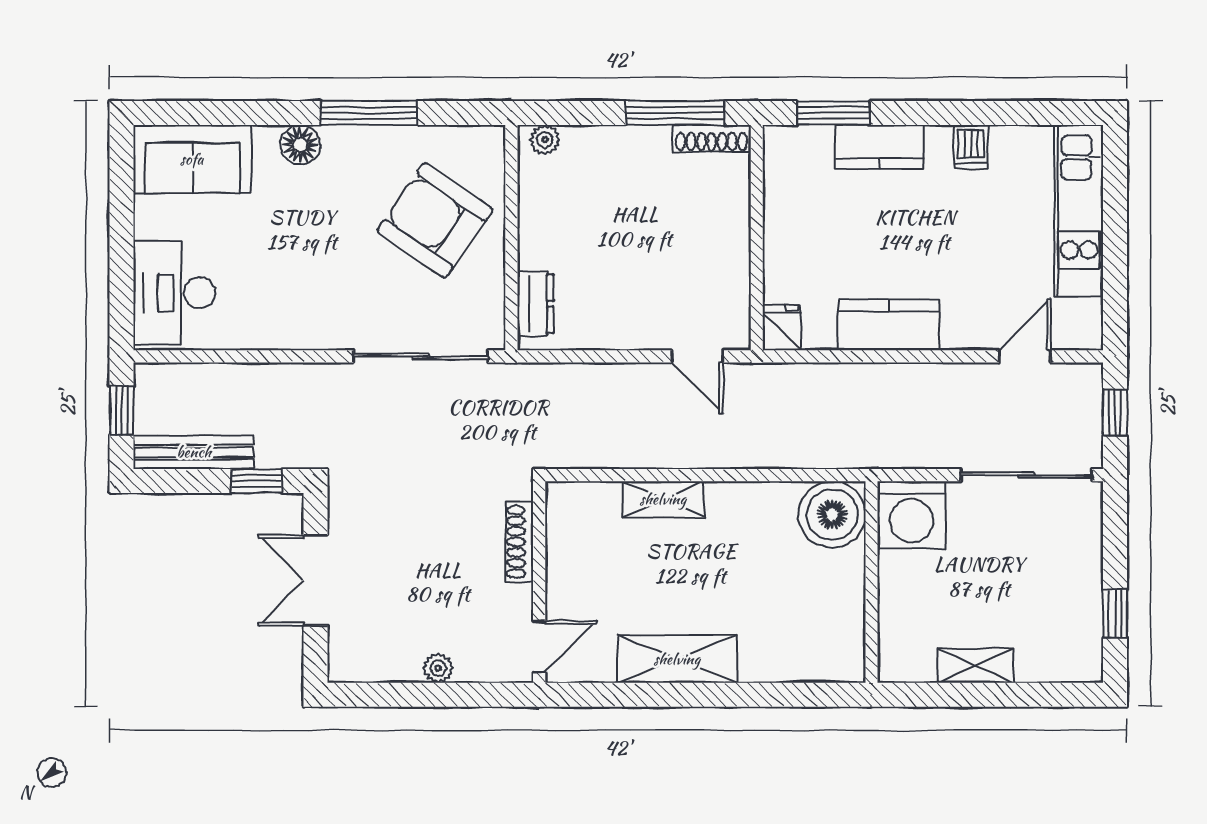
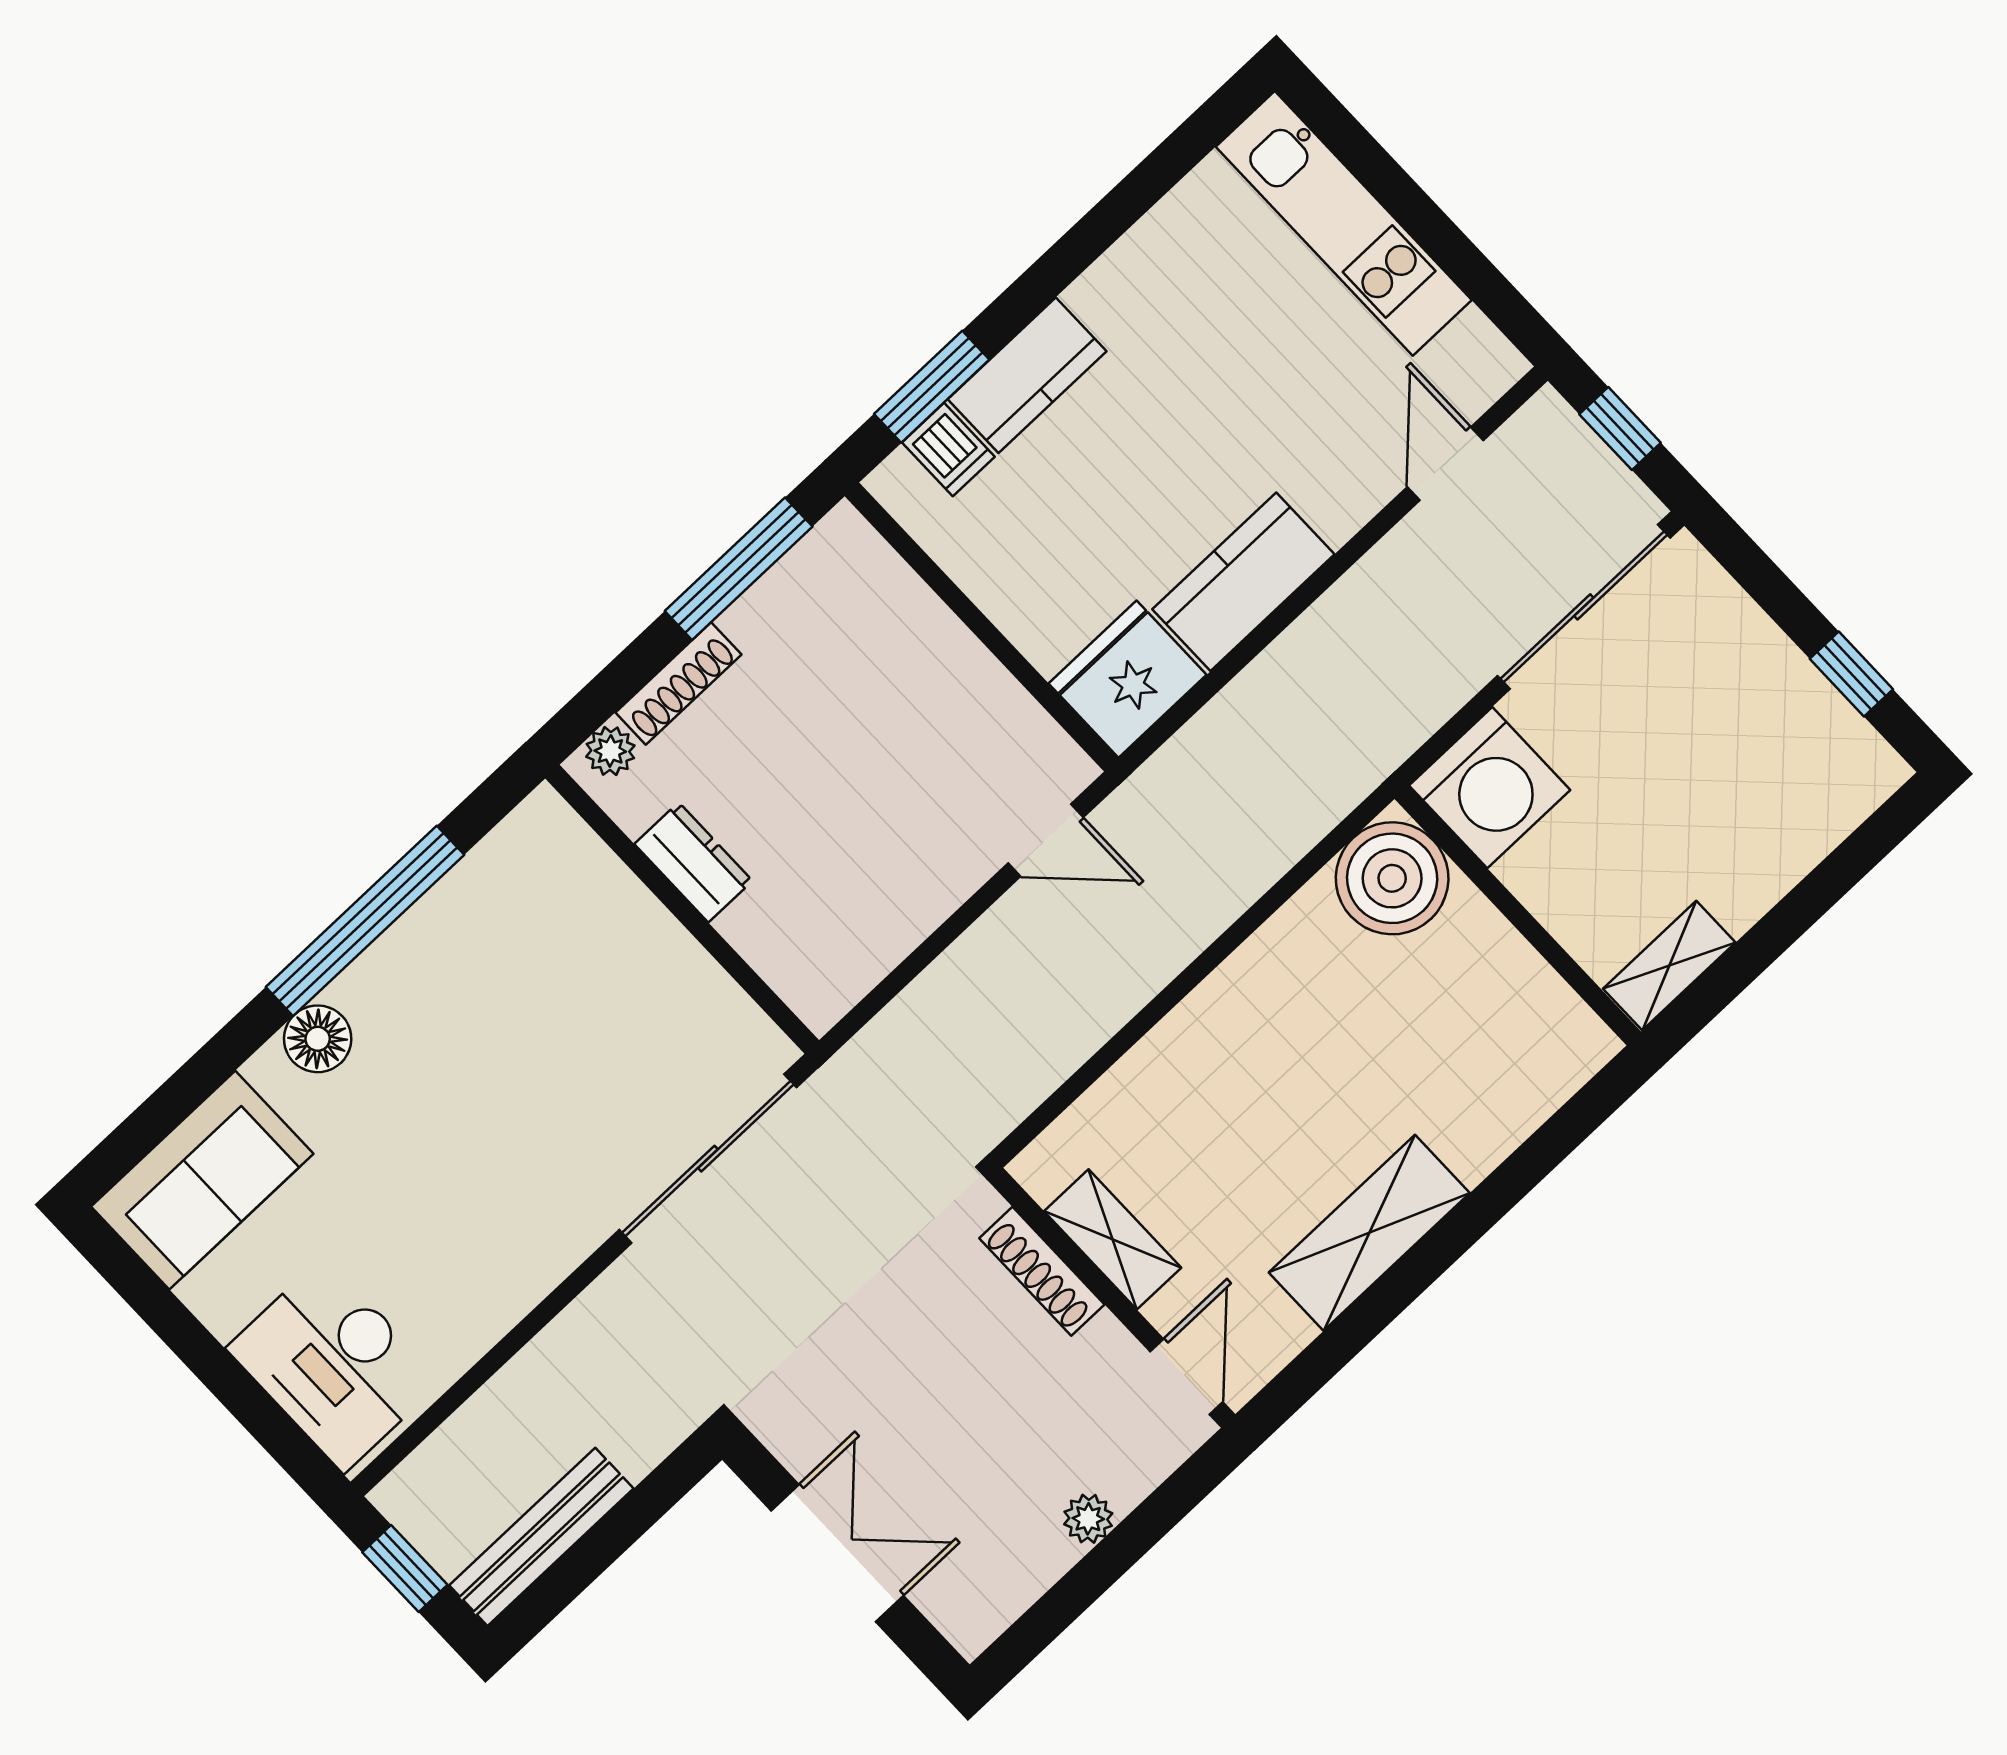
window: (369, 113) -> (365, 921), width x1.46
shoe rack: (712, 138) -> (678, 683), moved
dishwasher: (971, 147) -> (948, 450), moved
armchair: (435, 220) -> (569, 976), removed
dresser: (535, 304) -> (693, 862), moved
fridge: (782, 328) -> (1128, 679), width x1.88, depth x1.34
window: (257, 481) -> (651, 1500), removed
shelving: (663, 499) -> (1113, 1239), moved, turned 90
double door: (315, 580) -> (837, 1553), swing flipped
shelving: (976, 666) -> (1669, 966), moved

